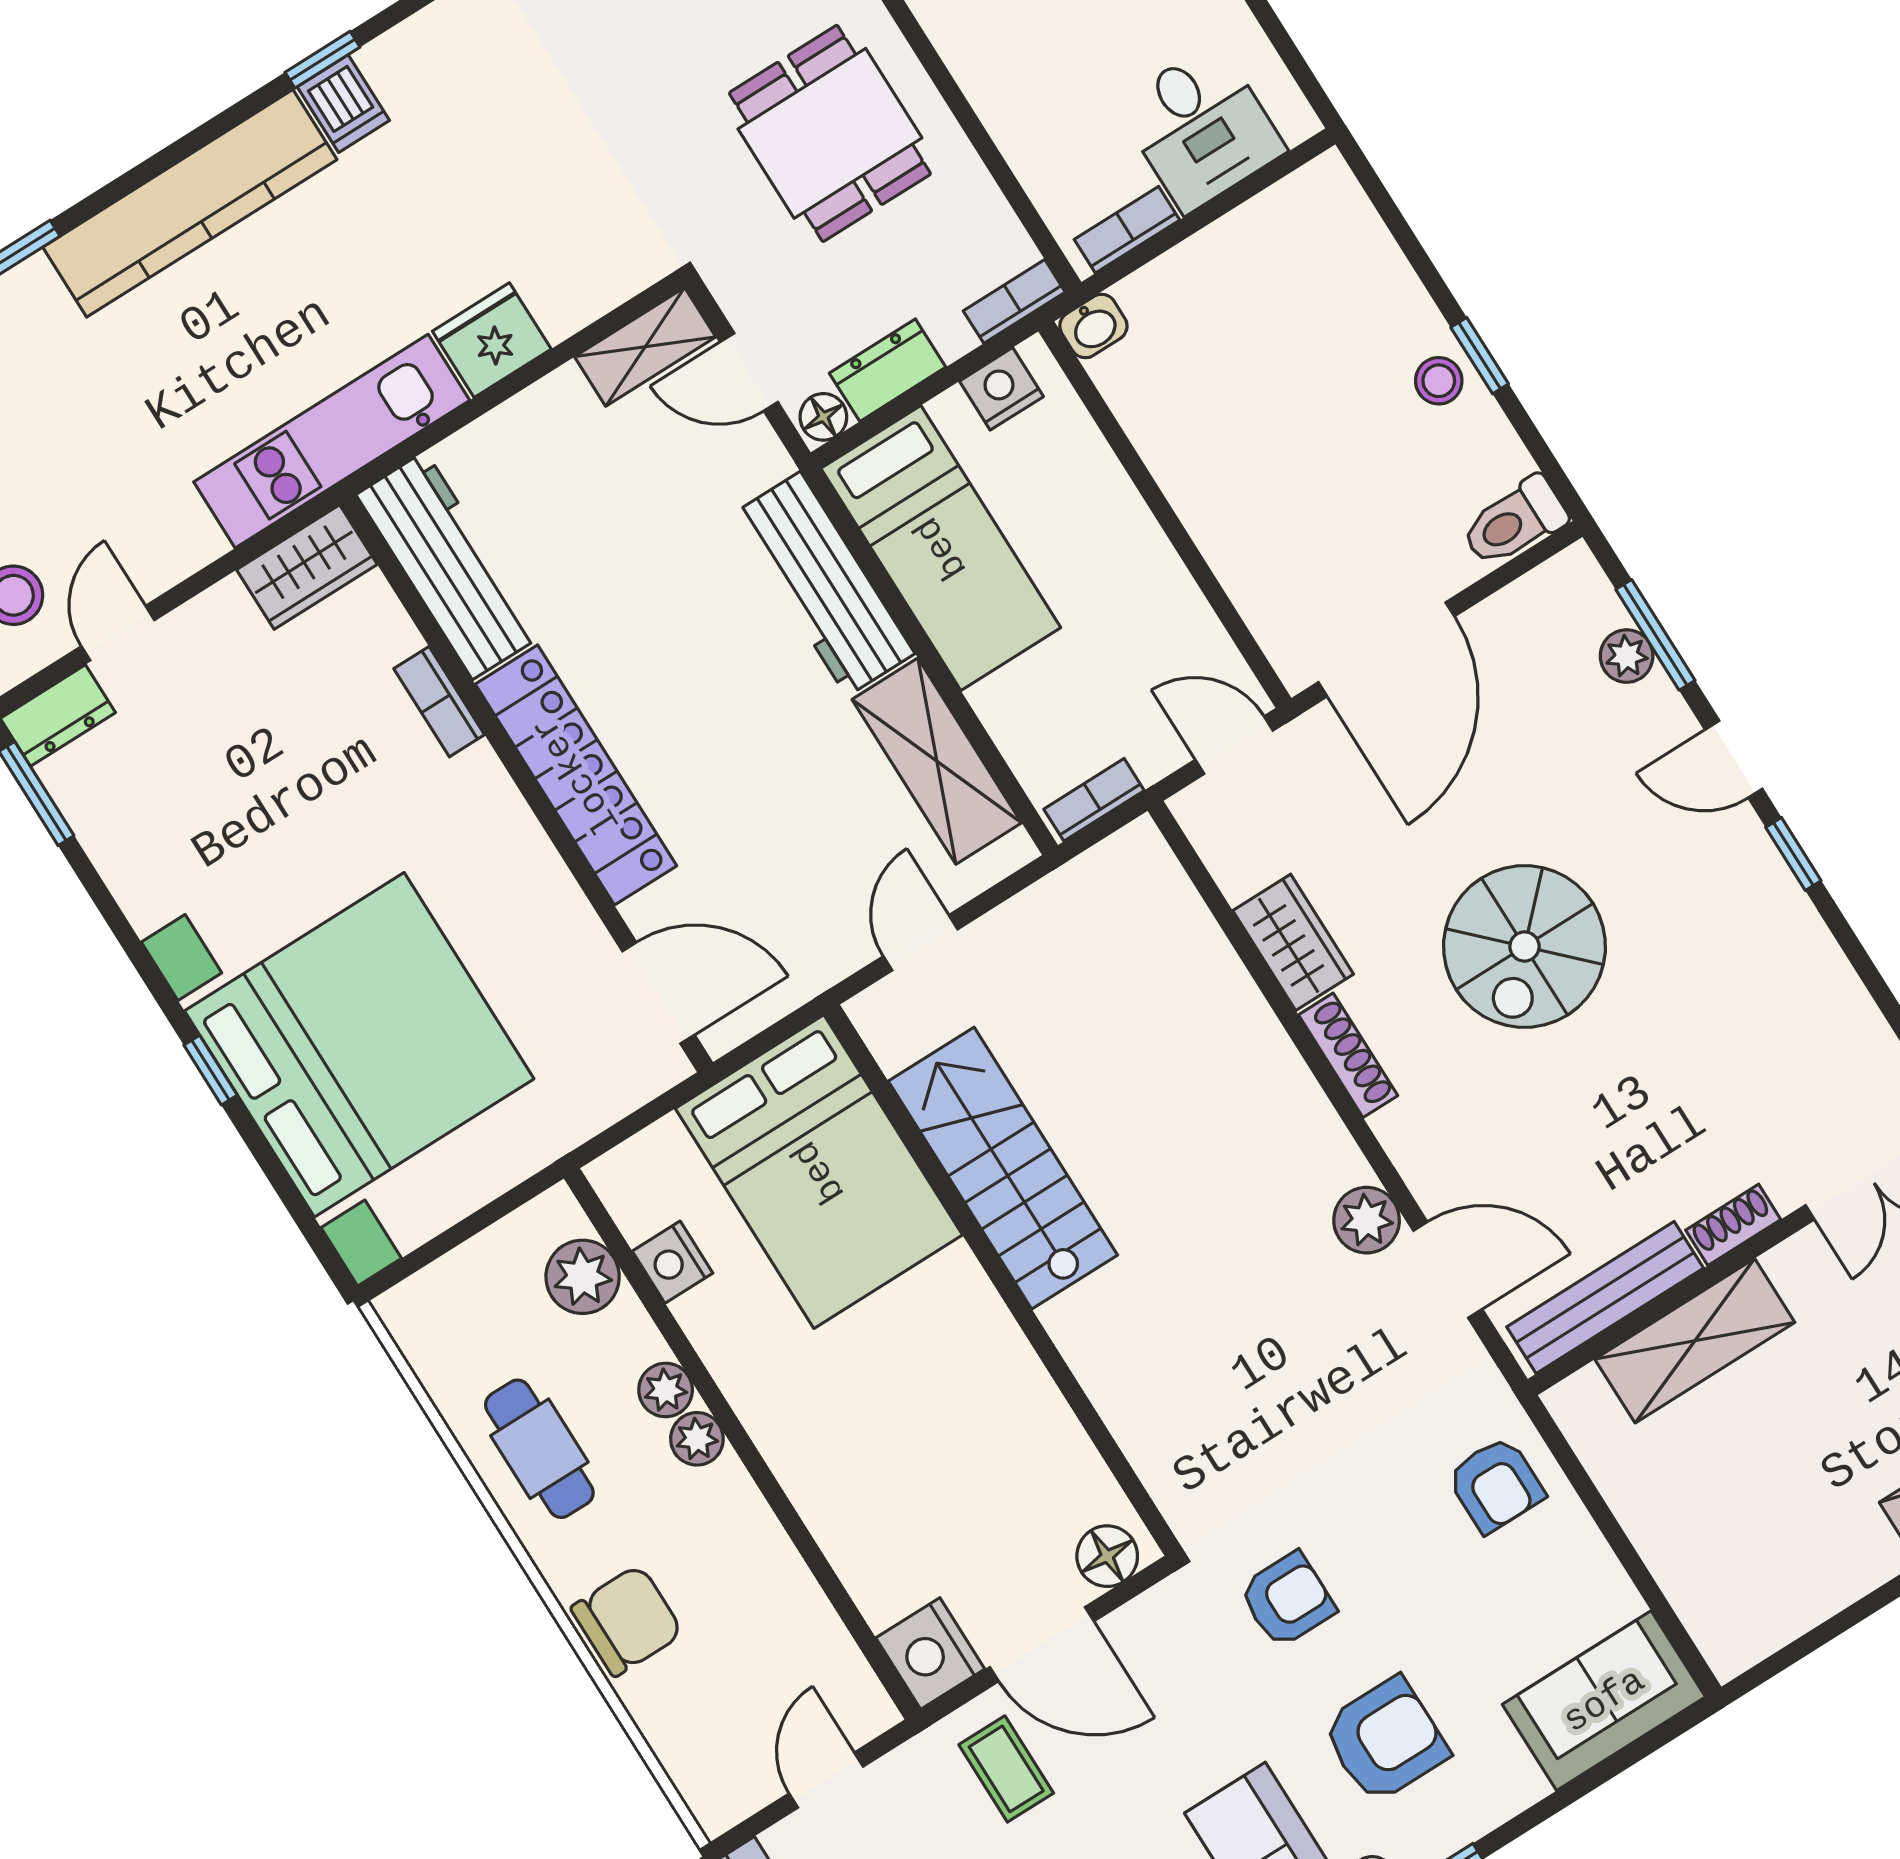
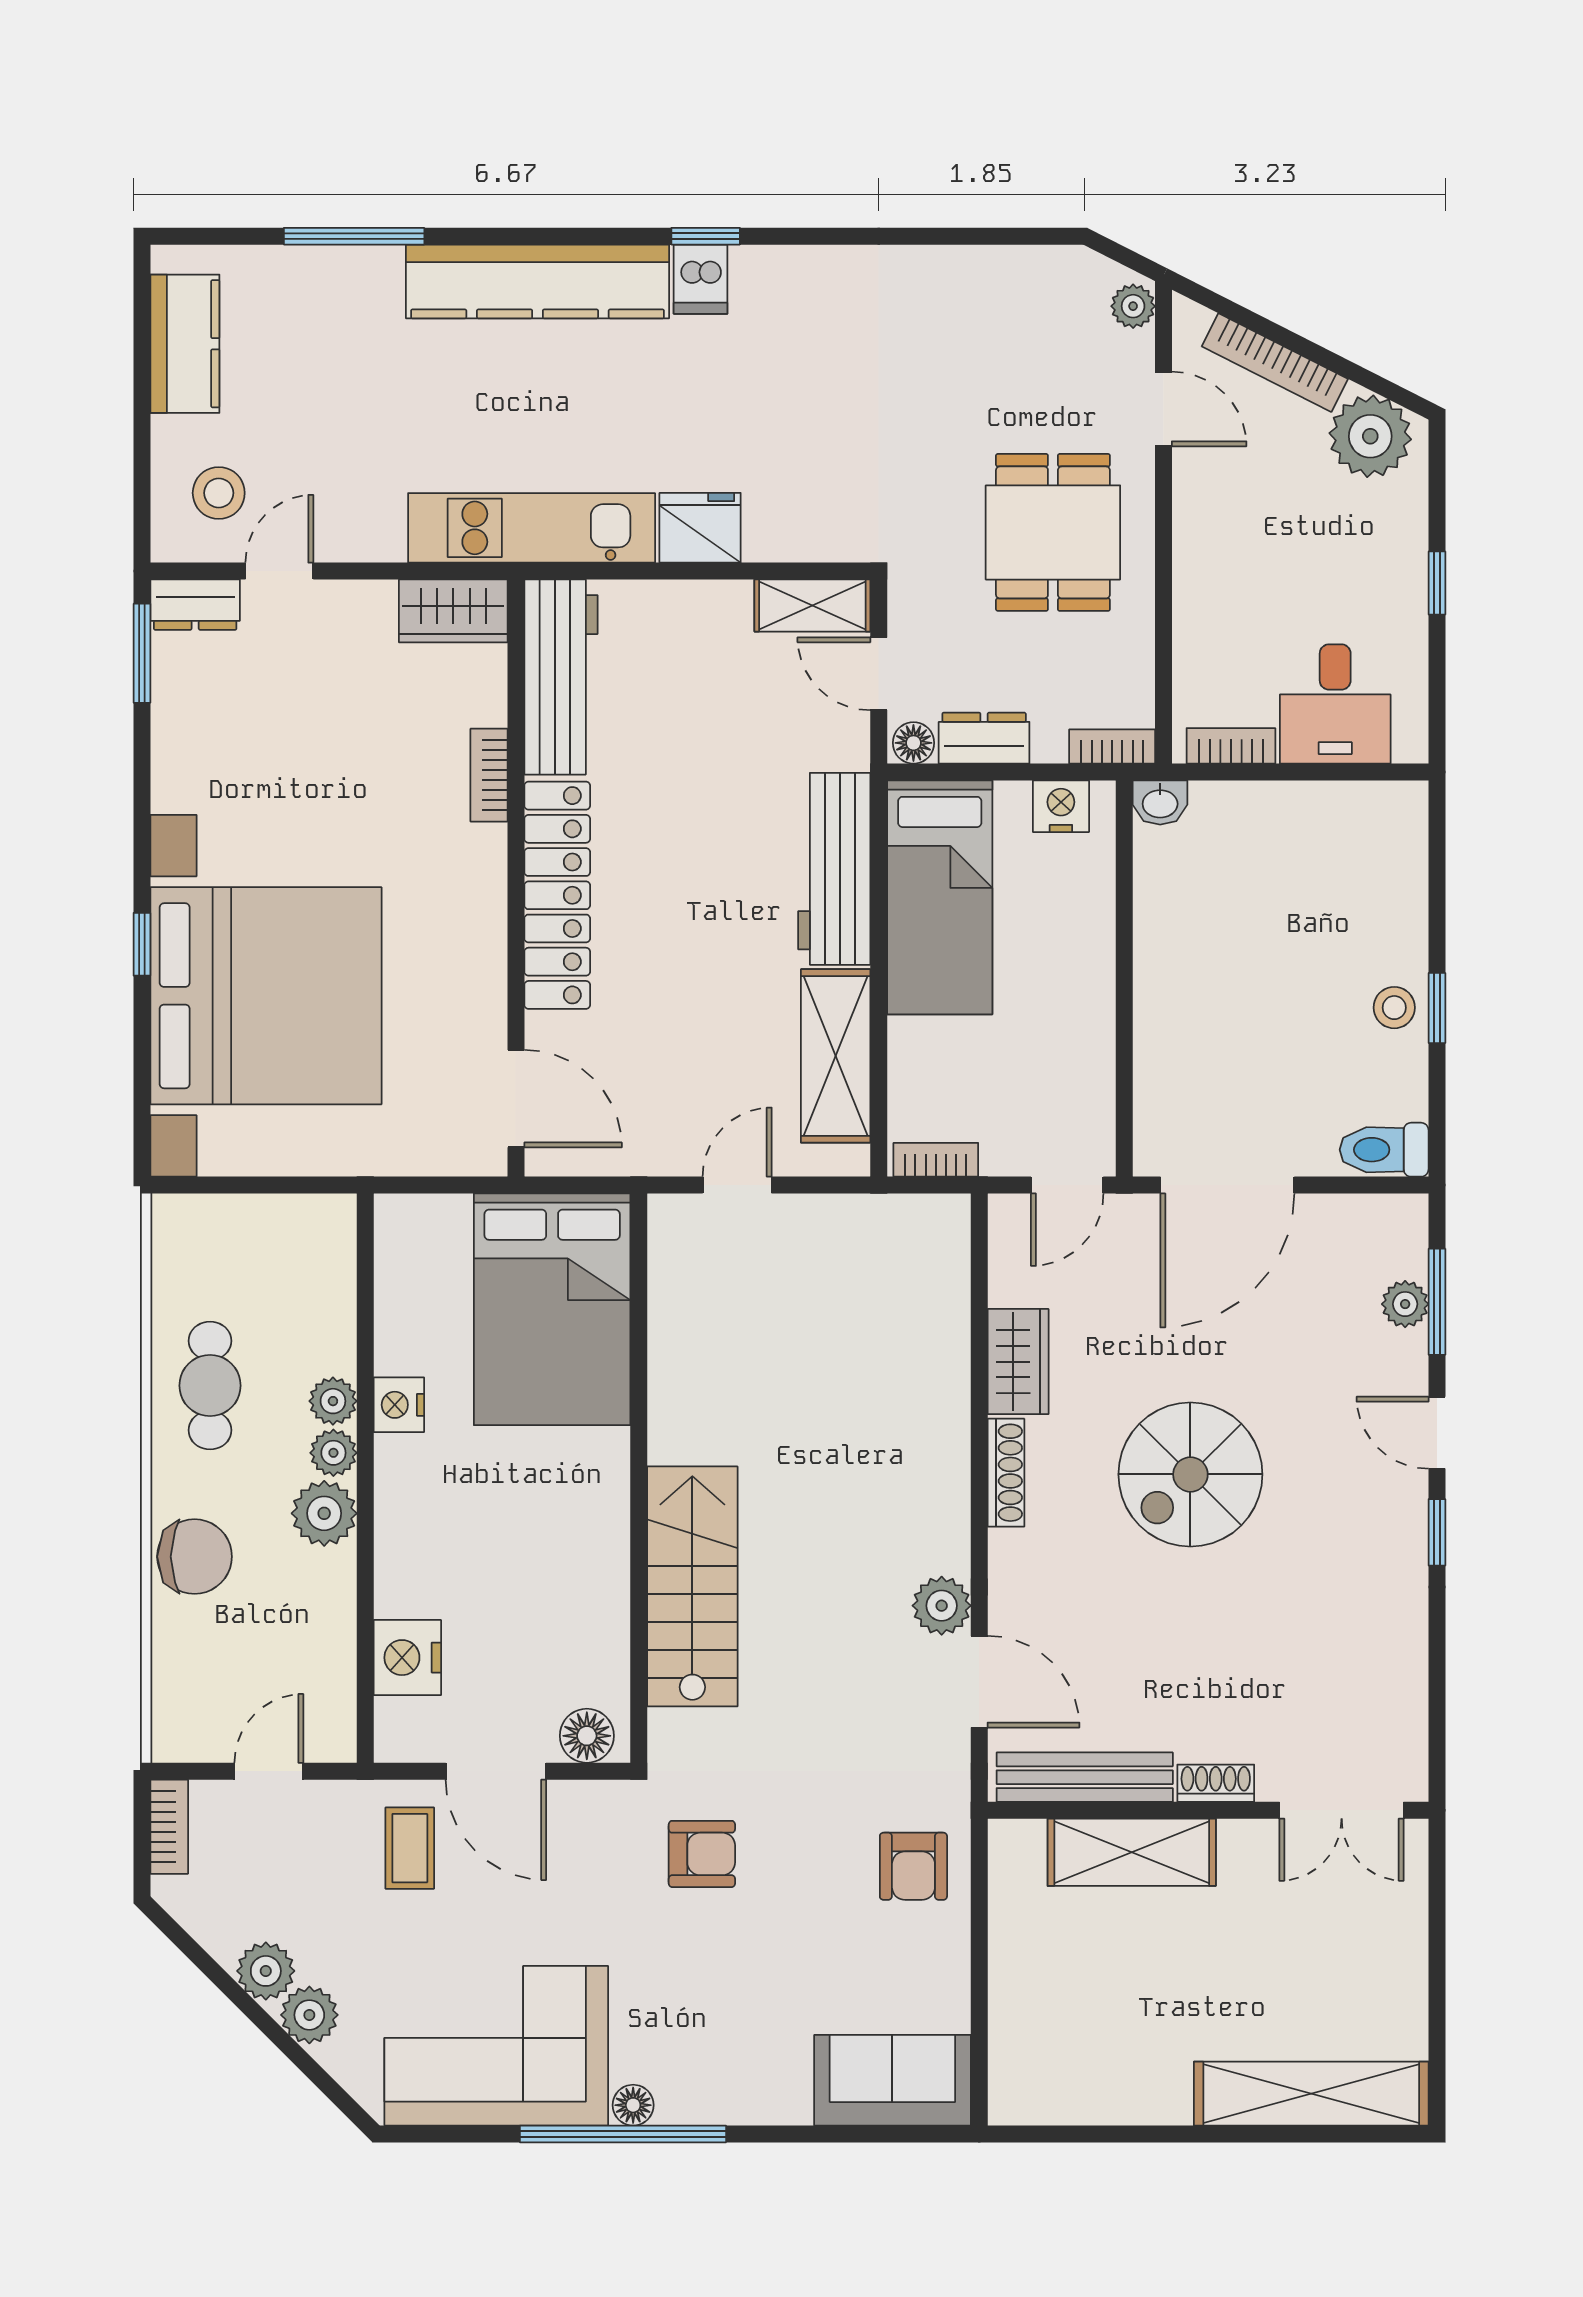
door: (1234, 745) -> (1067, 1185), swing flipped
stairs: (1003, 1168) -> (692, 1586), moved
nightstand: (672, 1262) -> (399, 1405), moved
plant: (583, 1277) -> (324, 1513), moved
nightstand: (930, 1653) -> (407, 1658), moved
armchair: (1385, 1740) -> (709, 2006), removed

